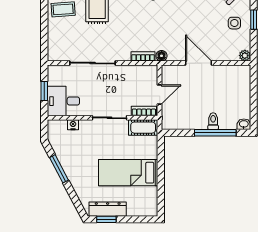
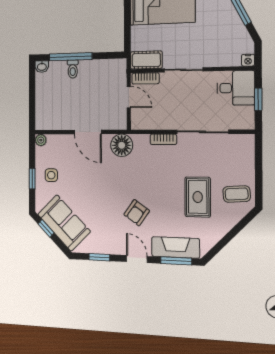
bookcase: (143, 56) -> (163, 139), moved
floor lamp: (162, 56) -> (122, 145), width x1.89, depth x1.89
door: (160, 94) -> (129, 97), swing flipped
nightstand: (73, 125) -> (248, 60), moved

